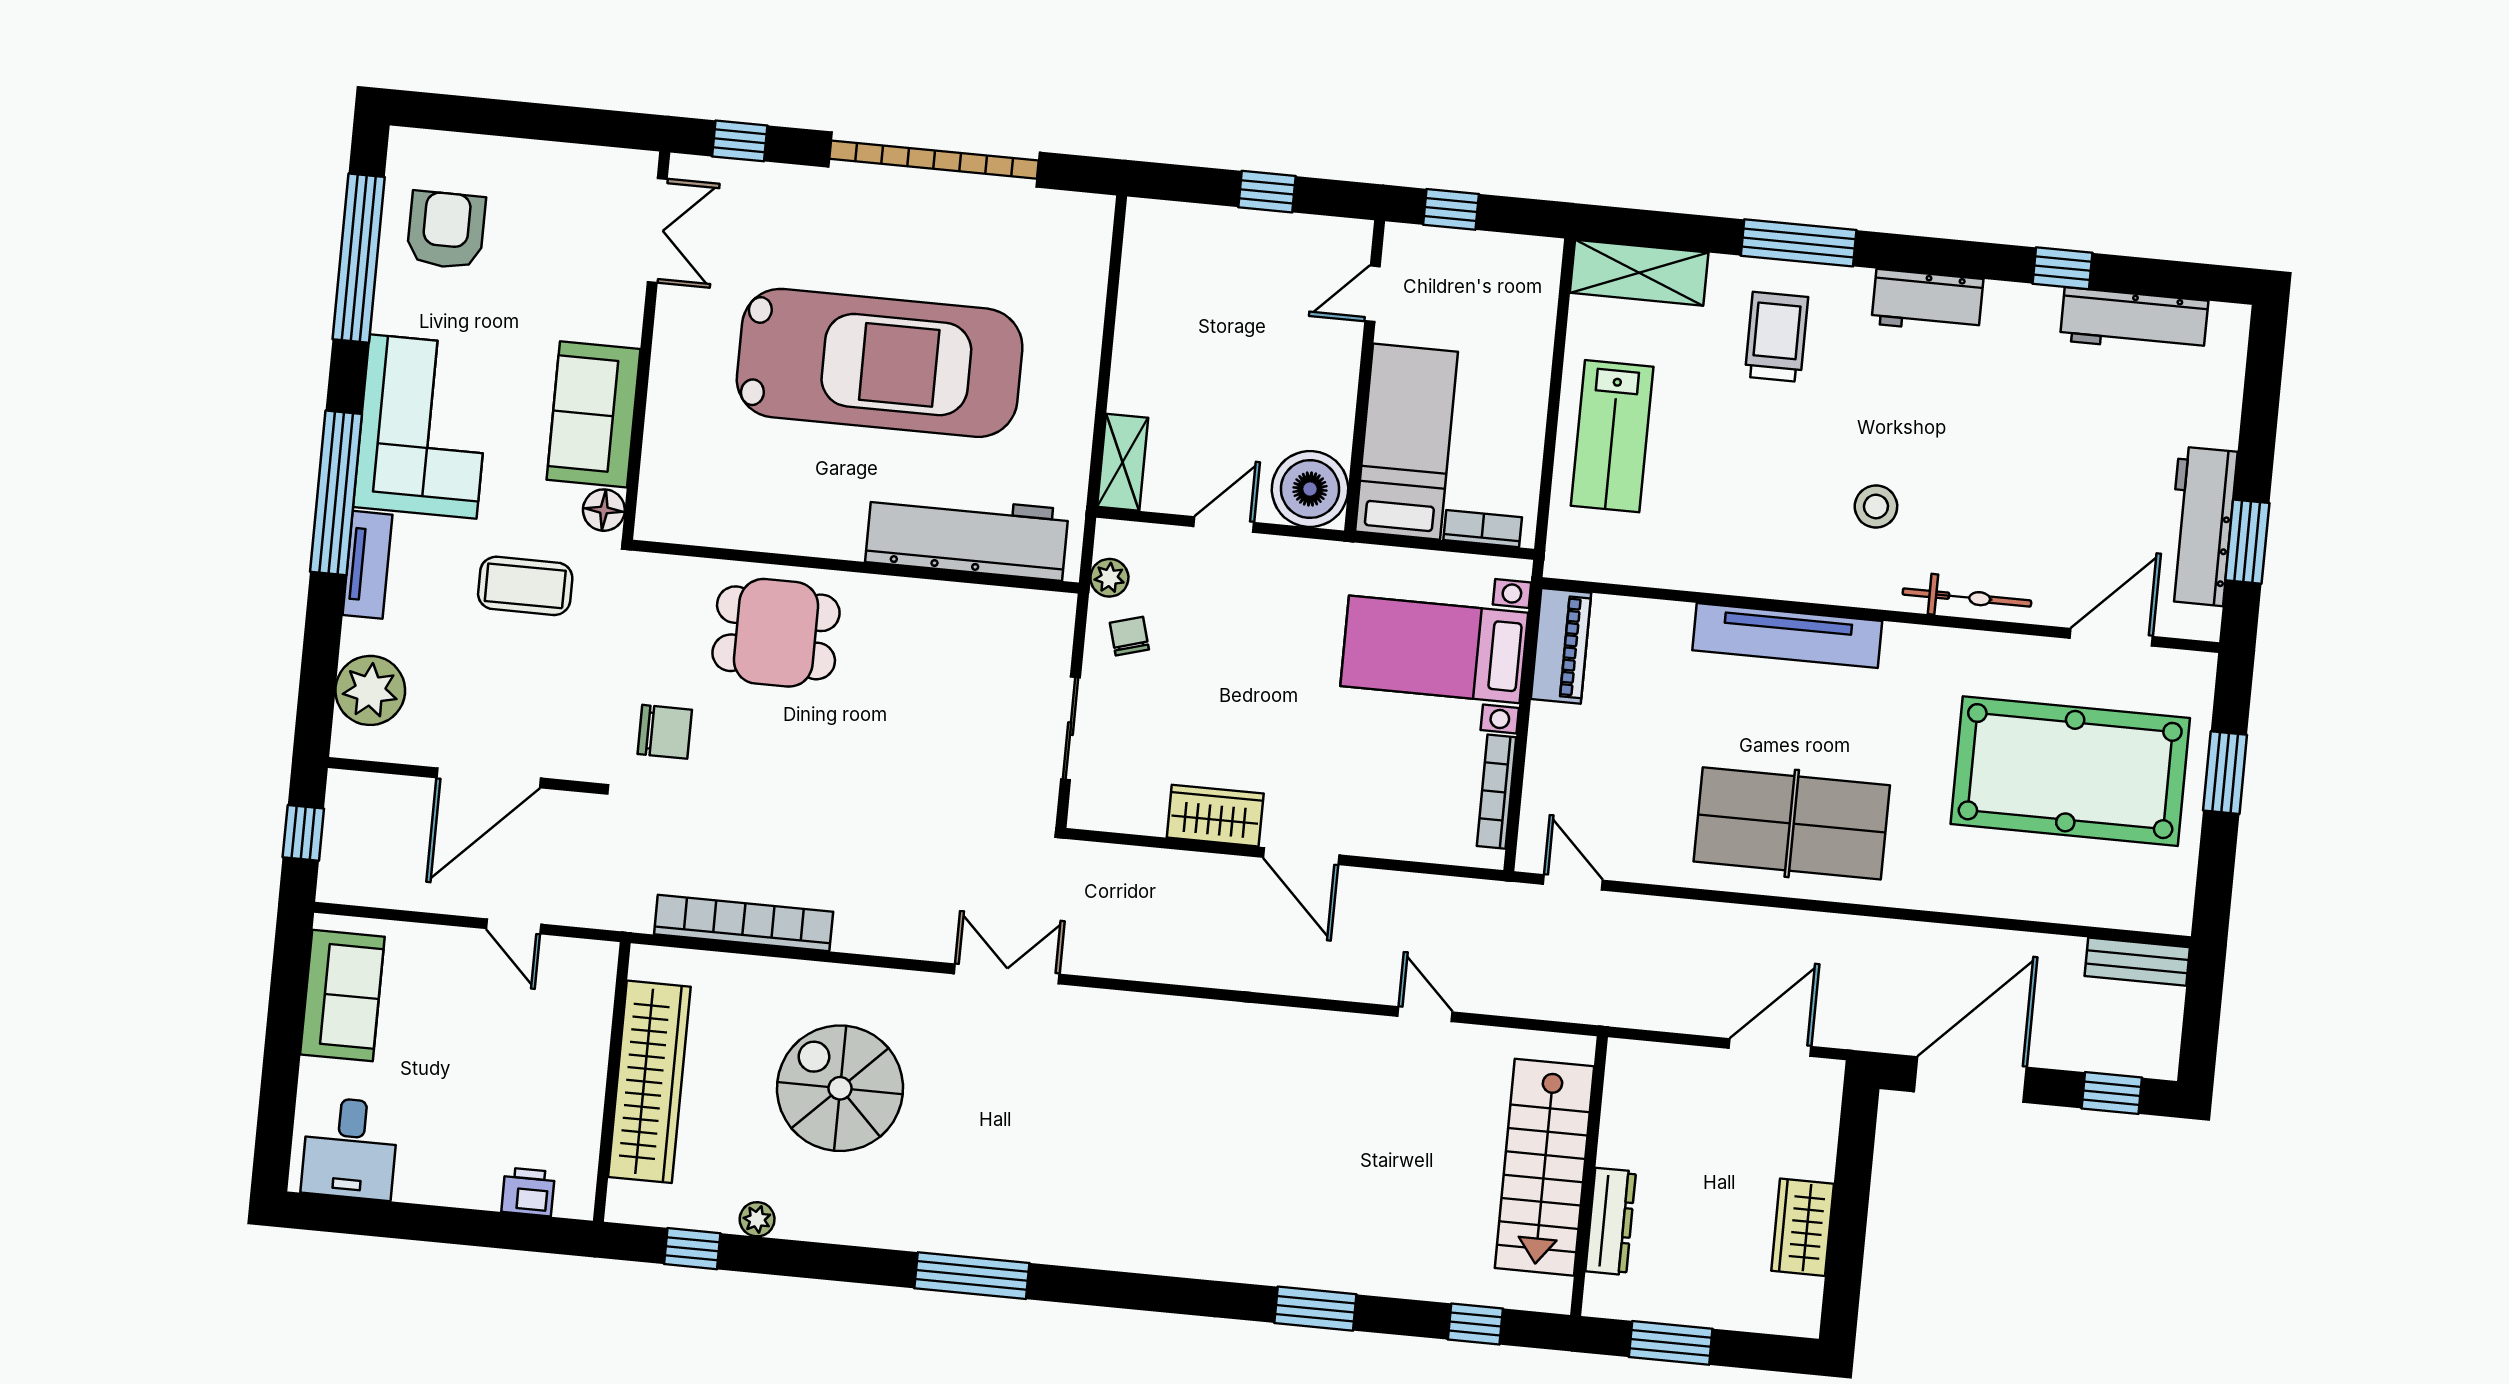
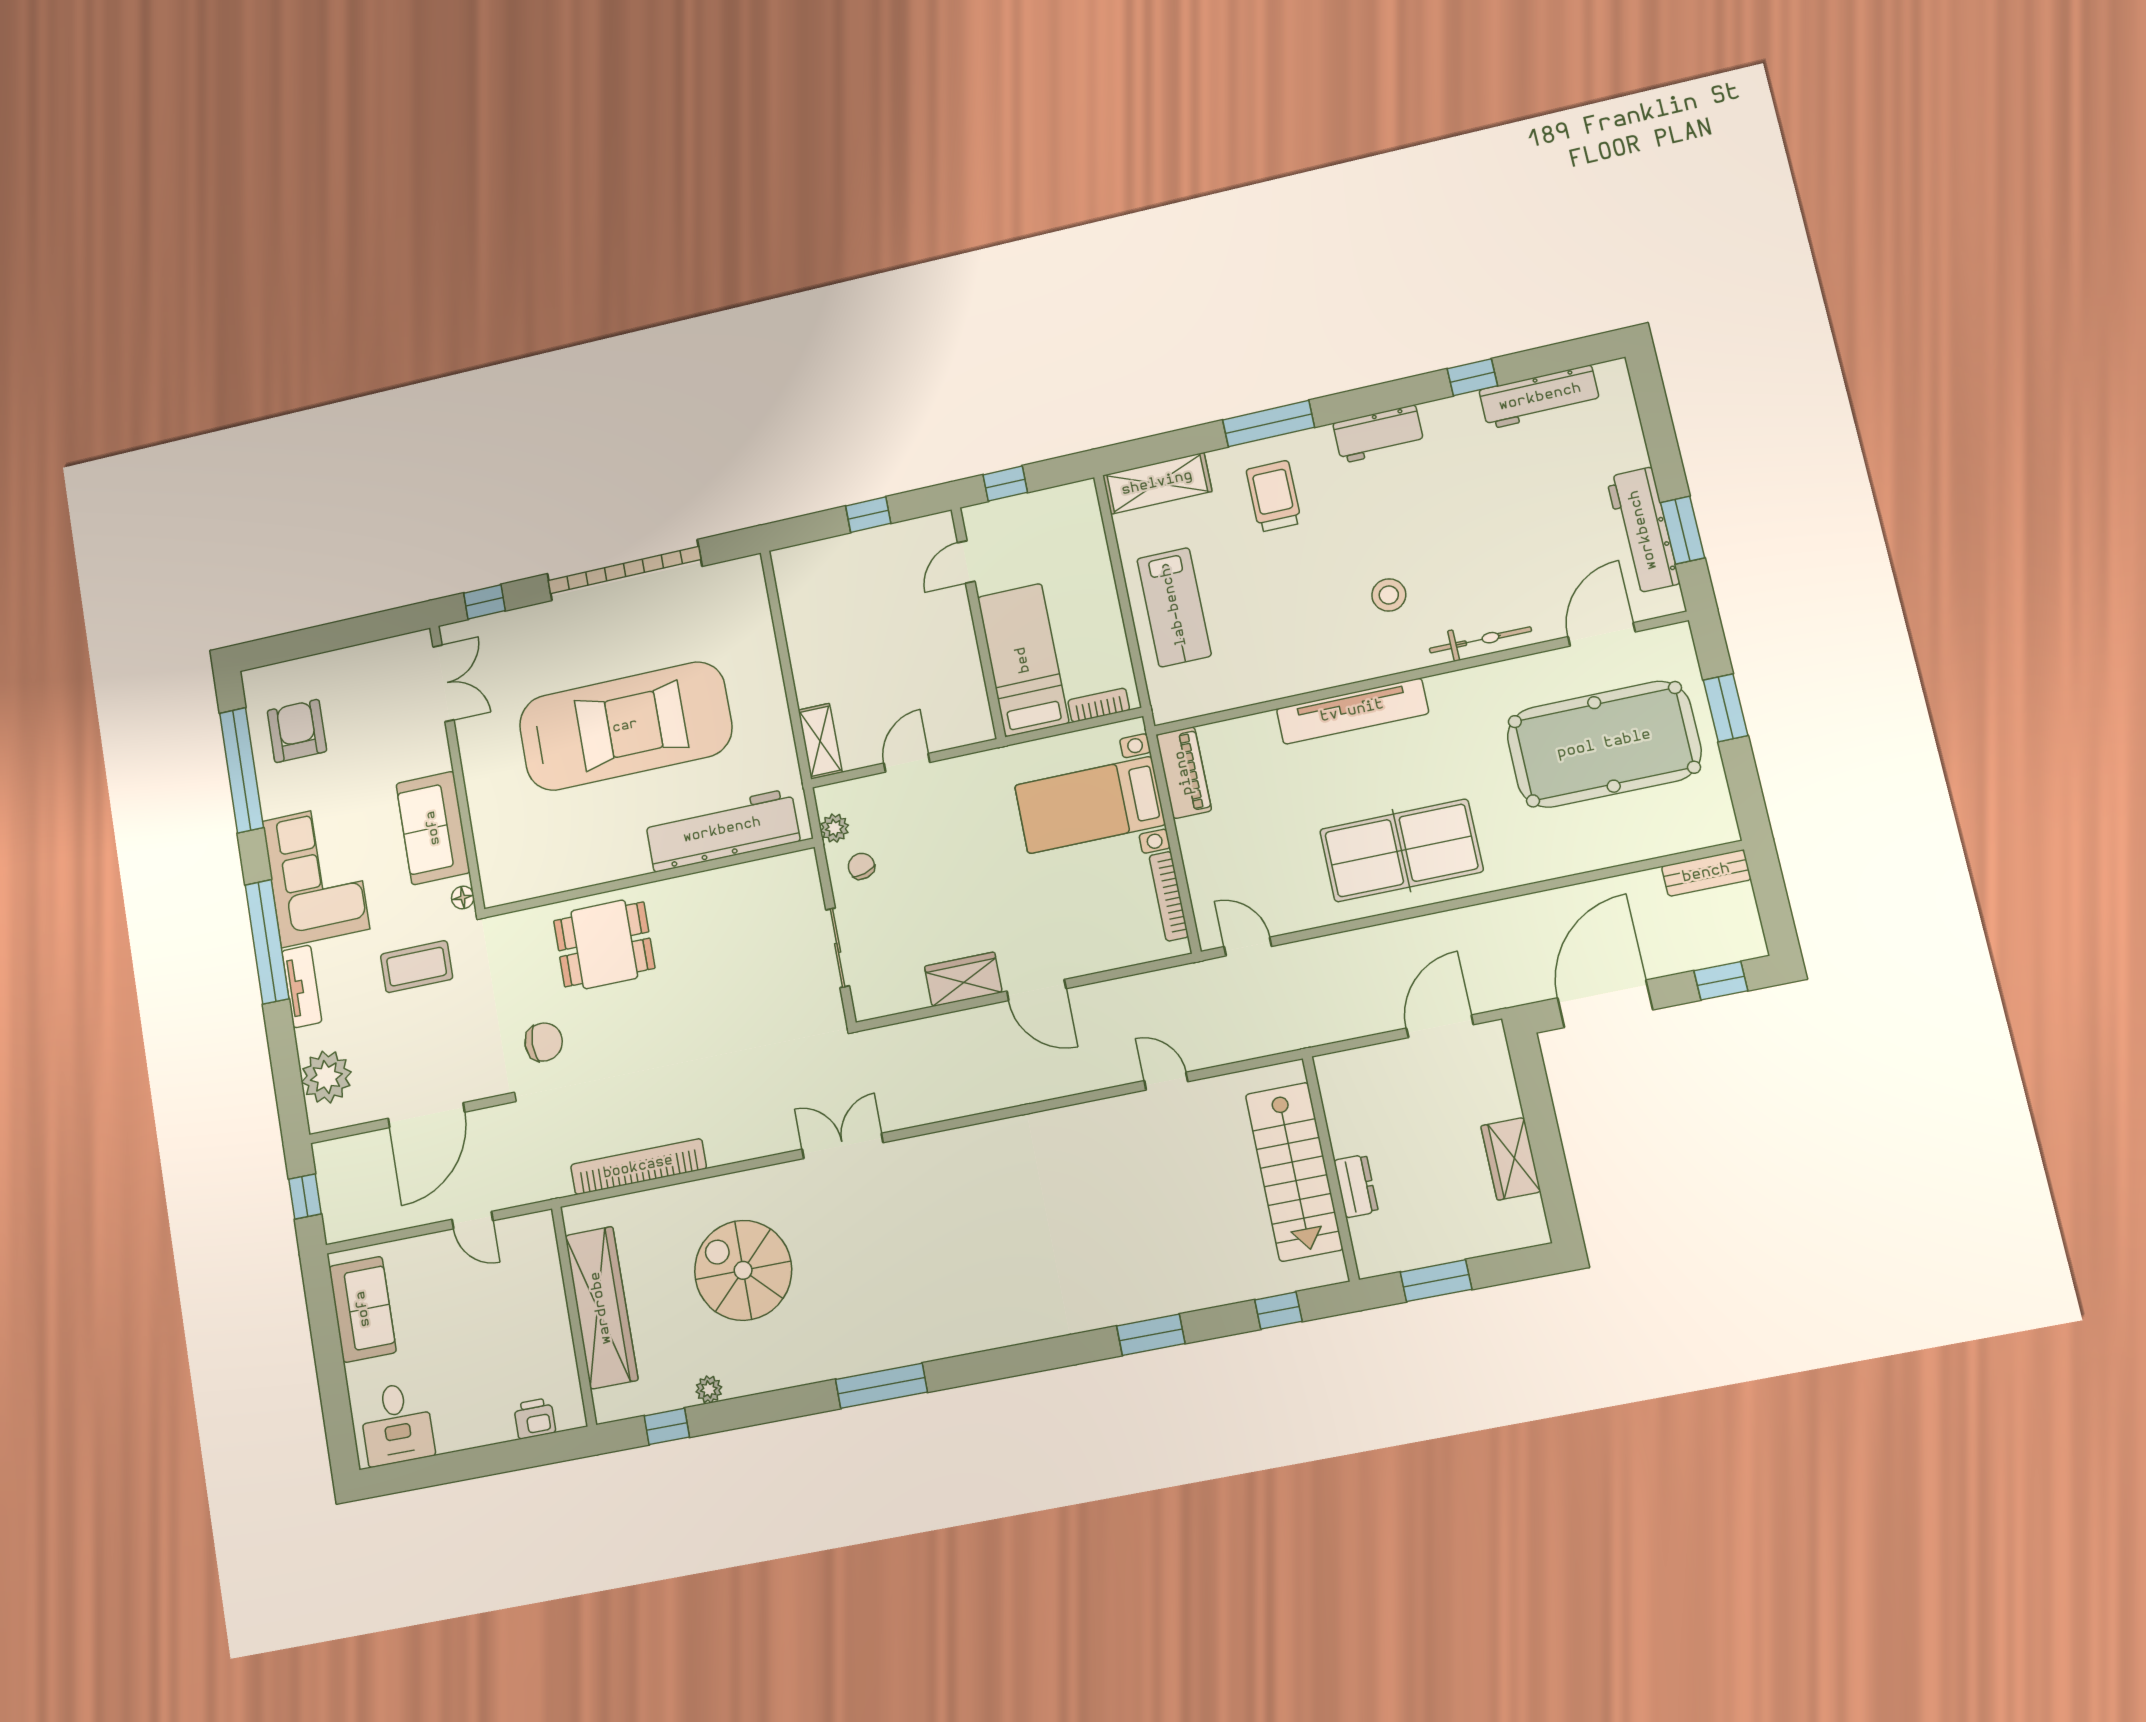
boiler: (1310, 489) -> (962, 717), removed
floor lamp: (604, 510) -> (463, 897), width x0.73, depth x0.73
dresser: (1611, 1221) -> (1356, 1186), width x0.70

